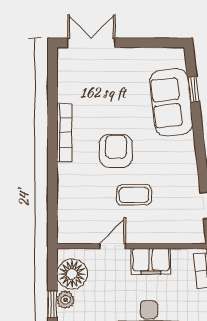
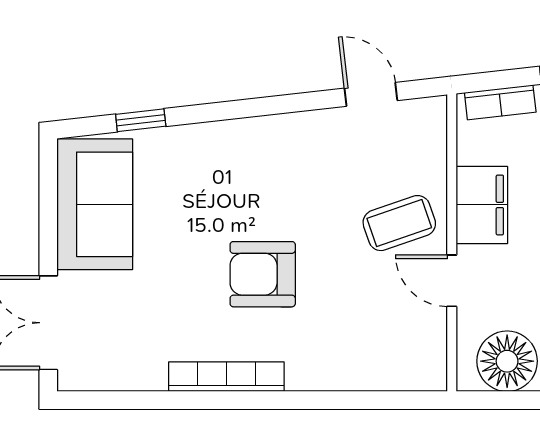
sofa: (171, 102) -> (95, 204), moved, turned -84
coffee table: (134, 195) -> (399, 223), moved, turned 71

